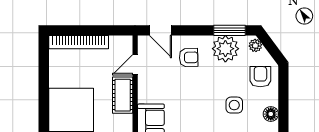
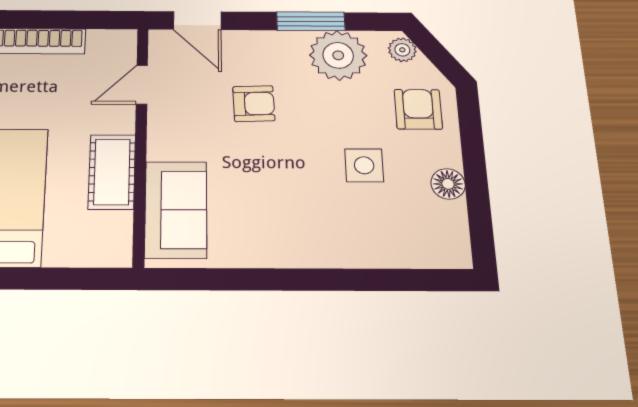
window: (230, 30) -> (311, 21), moved
armchair: (189, 58) -> (254, 104), moved
cot: (123, 95) -> (112, 172), moved

